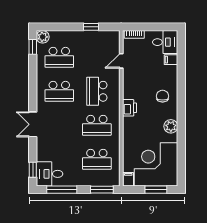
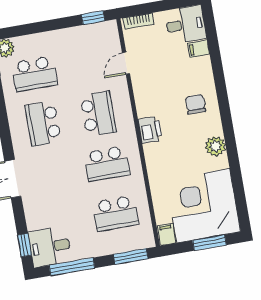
window: (91, 27) -> (93, 18), moved
school desk: (59, 91) -> (43, 123), turned 90
school desk: (97, 91) -> (98, 114), turned 180

